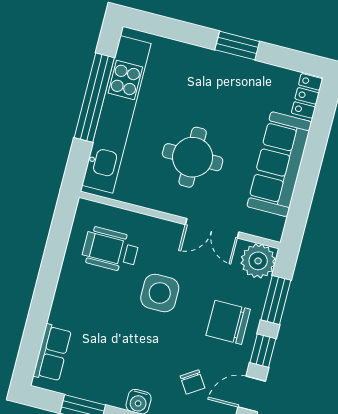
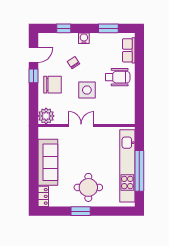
round table: (193, 157) -> (88, 187), moved
double door: (212, 228) -> (81, 125), moved
wheelchair: (110, 250) -> (118, 77), moved
window: (276, 300) -> (33, 100), removed
chair: (193, 382) -> (73, 63), moved

